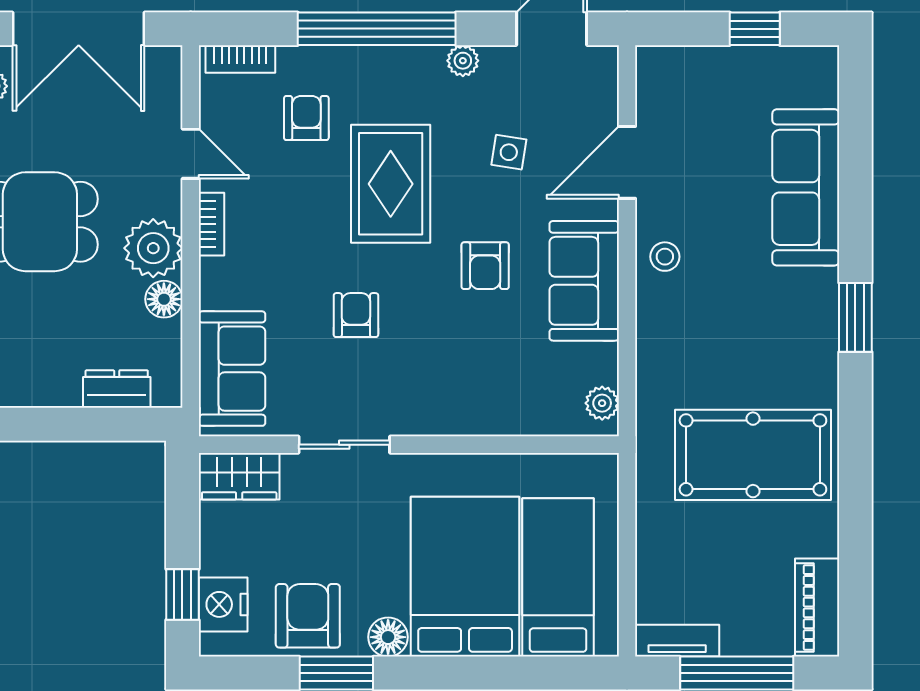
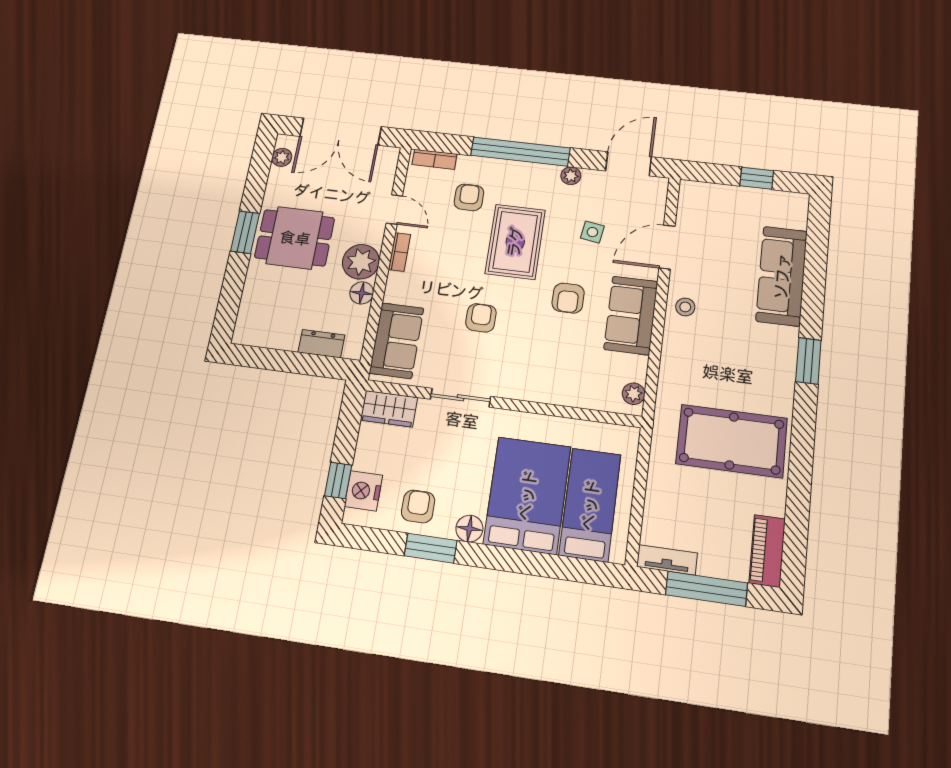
armchair: (308, 616) -> (418, 506), width x0.72, depth x0.72

